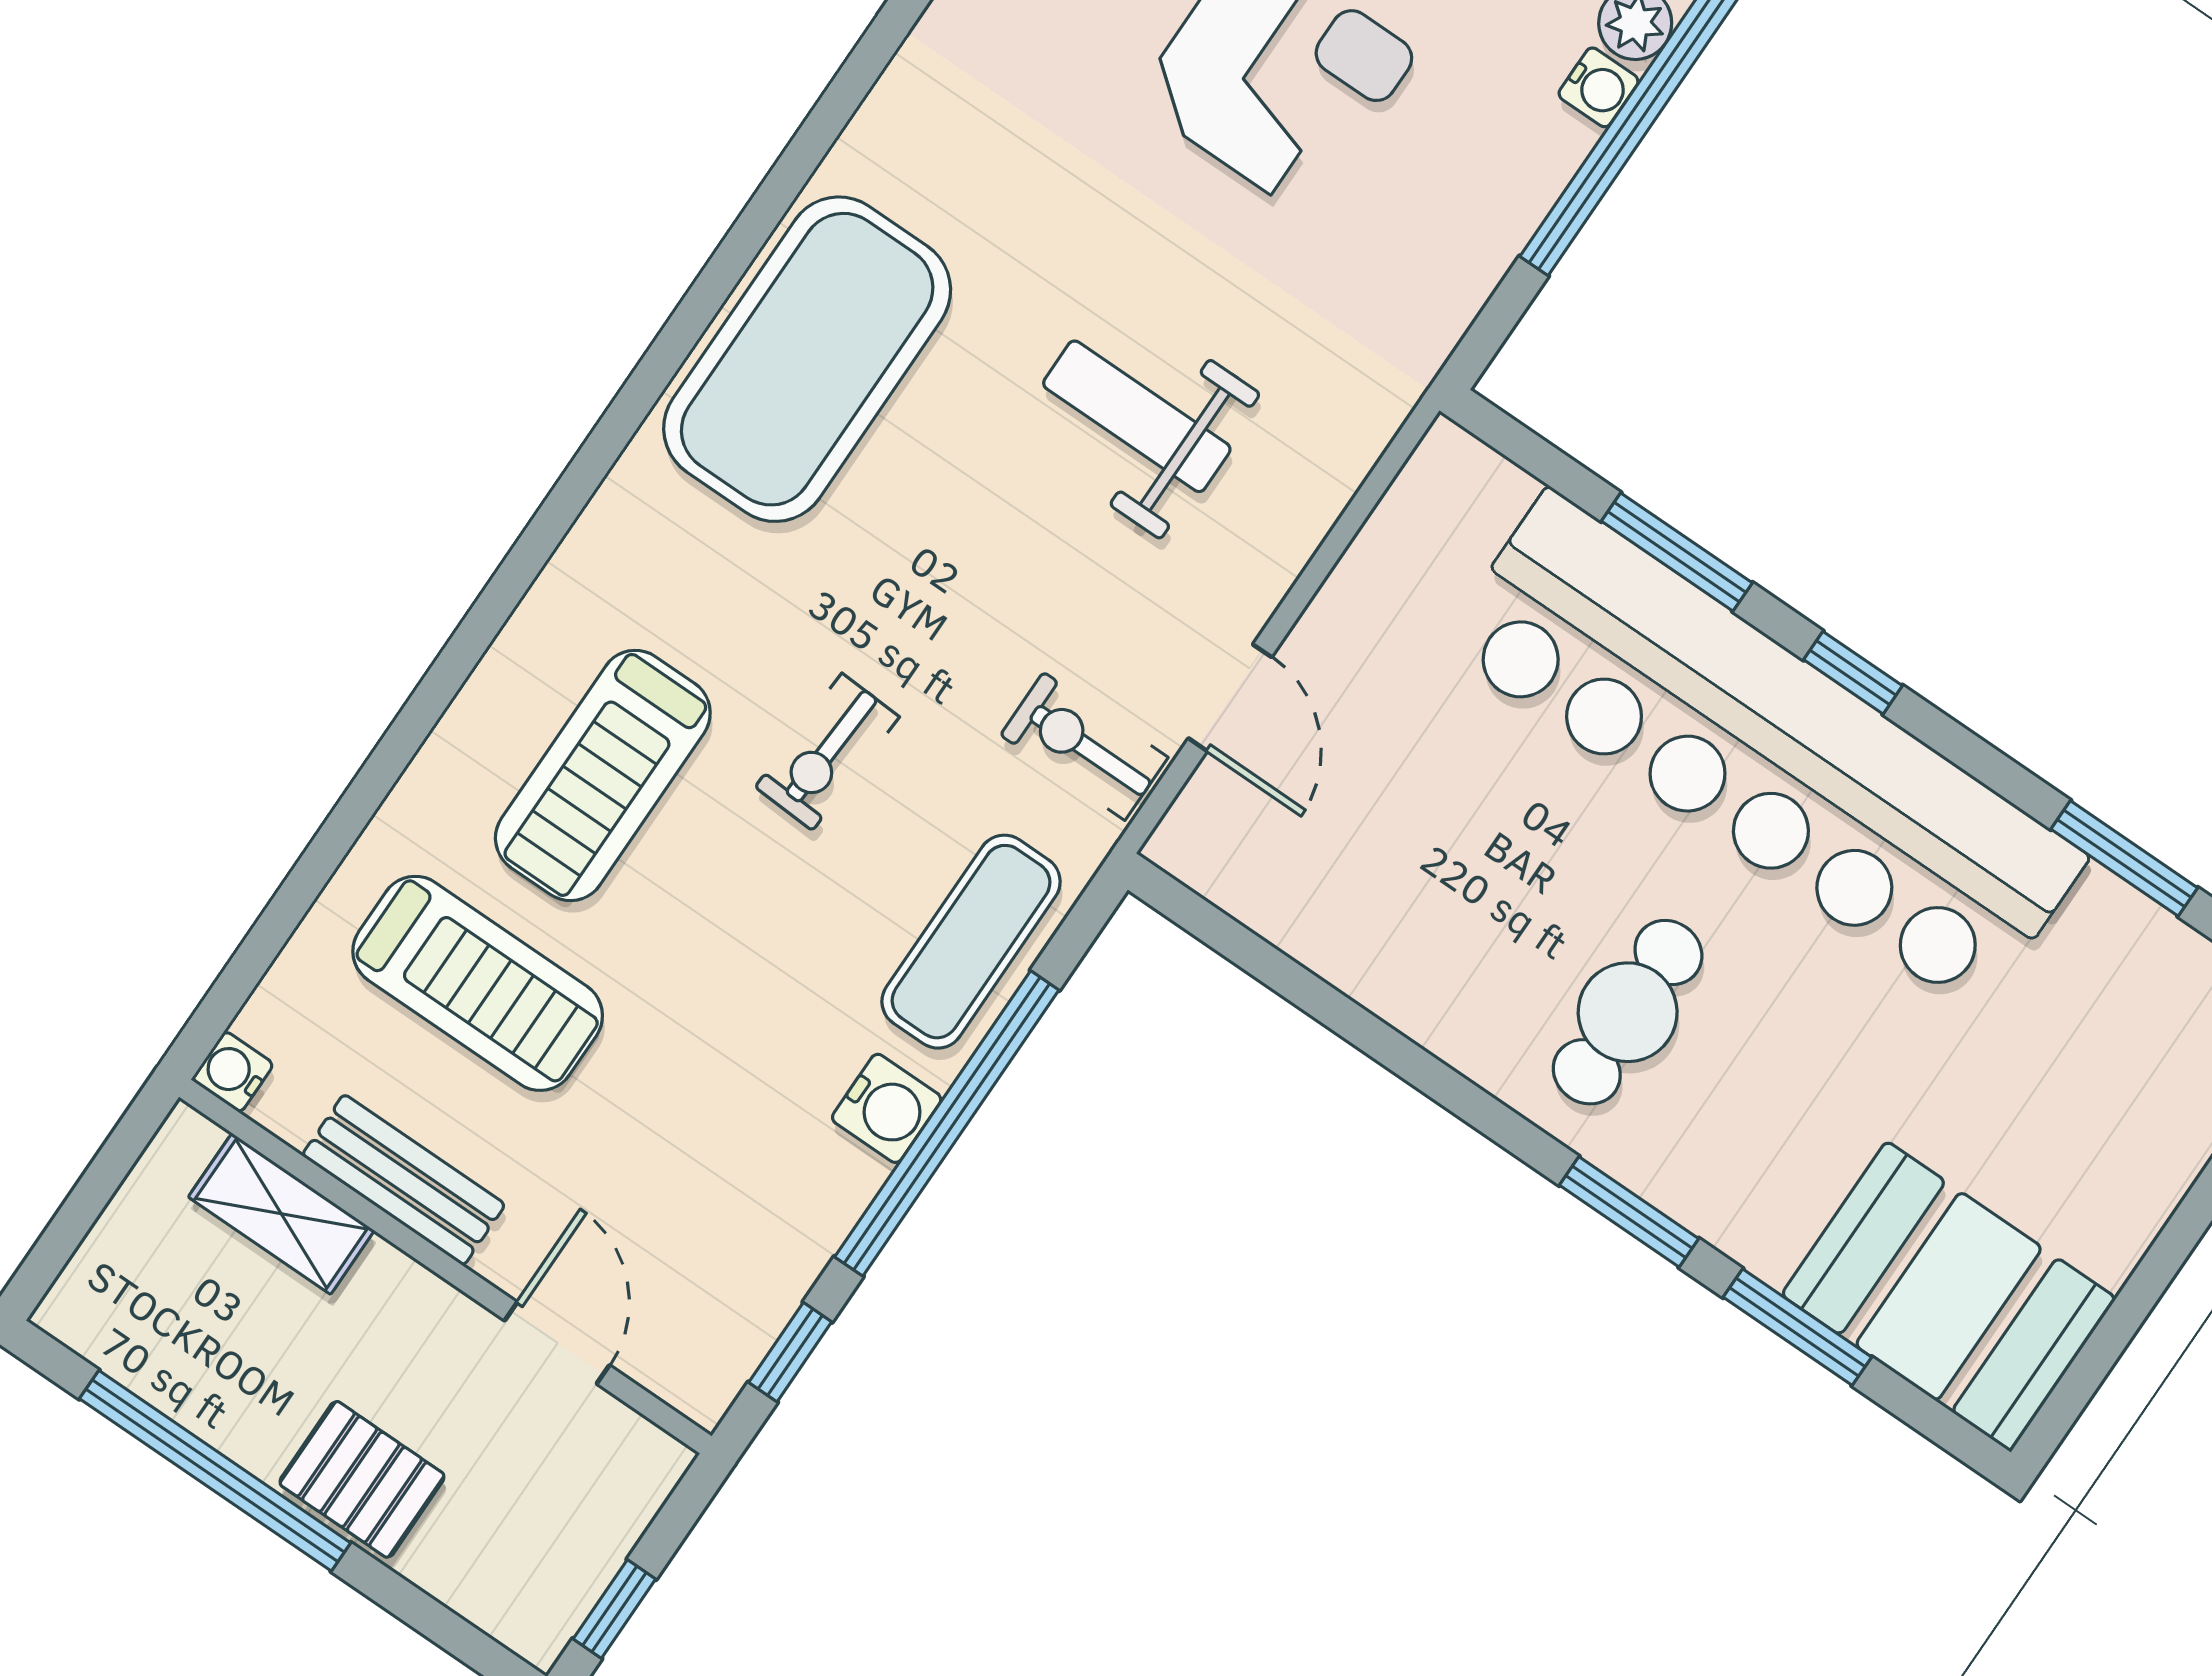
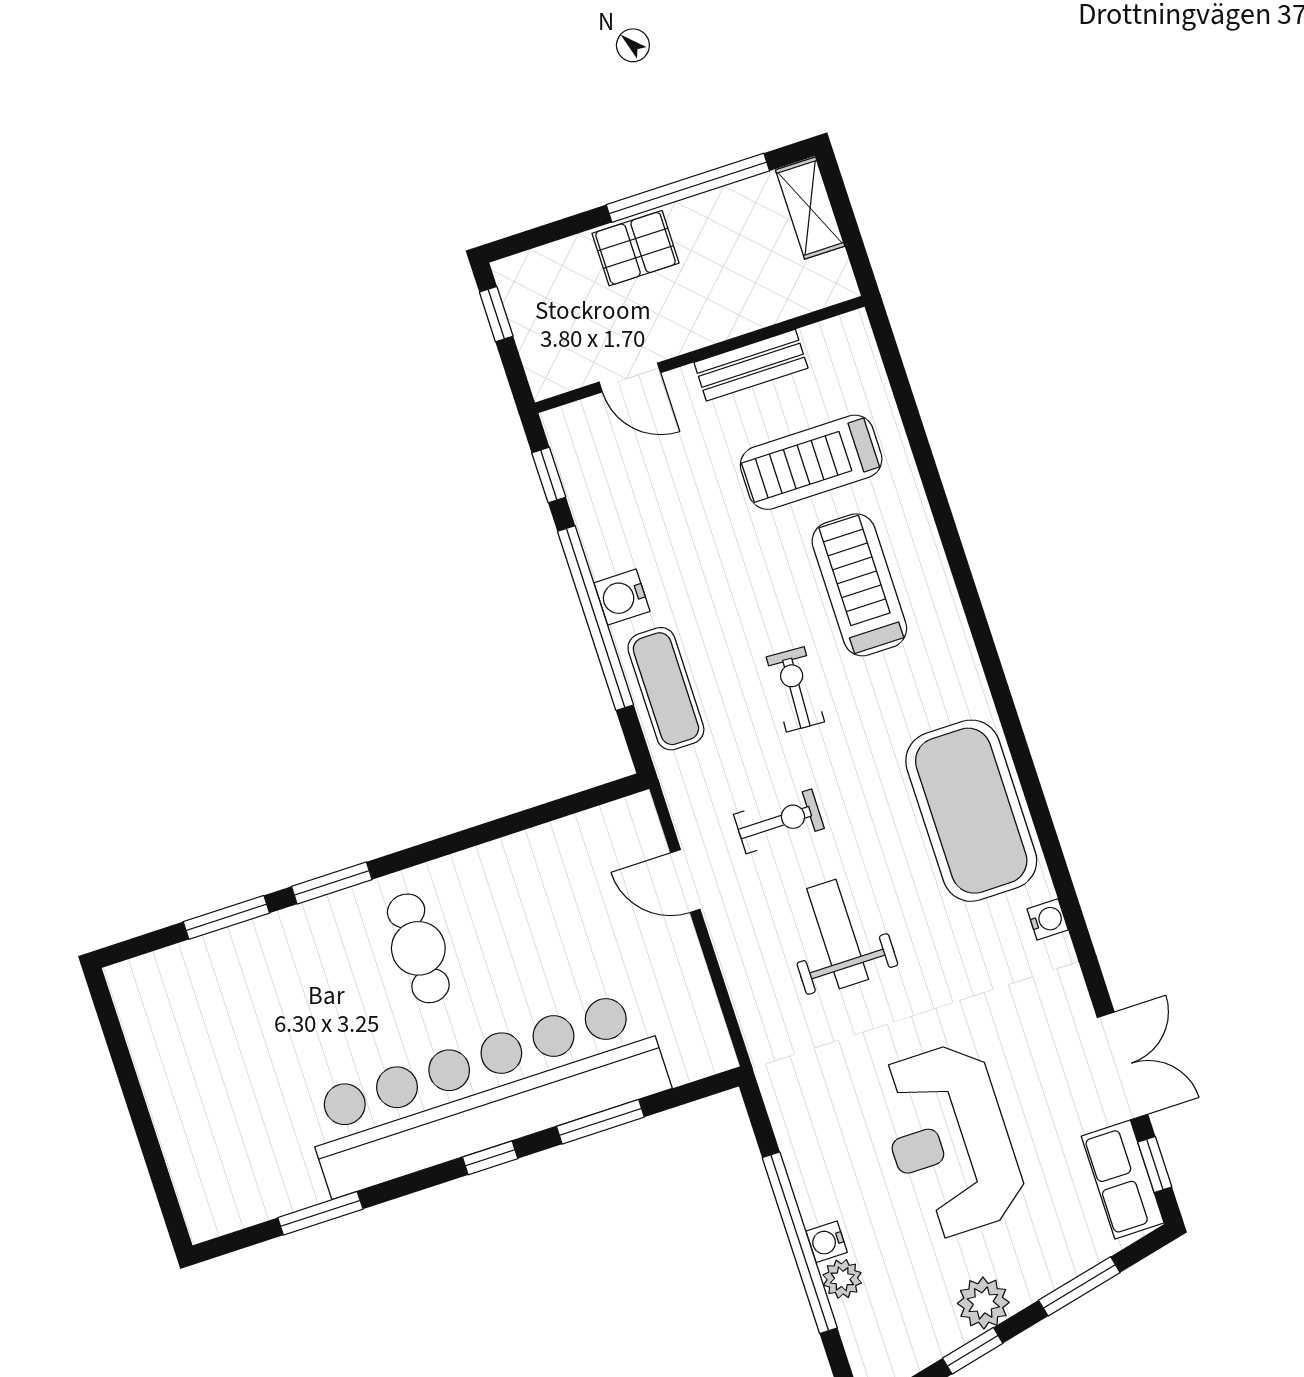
weight bench: (1137, 416) -> (838, 934), turned -90
exercise bike: (1084, 746) -> (779, 821), moved
water cooler: (233, 1072) -> (1048, 919), moved
shelving: (281, 1214) -> (810, 208), moved, turned 90
booth: (1949, 1296) -> (190, 993), removed

